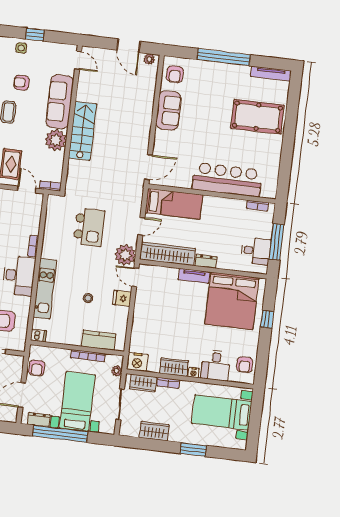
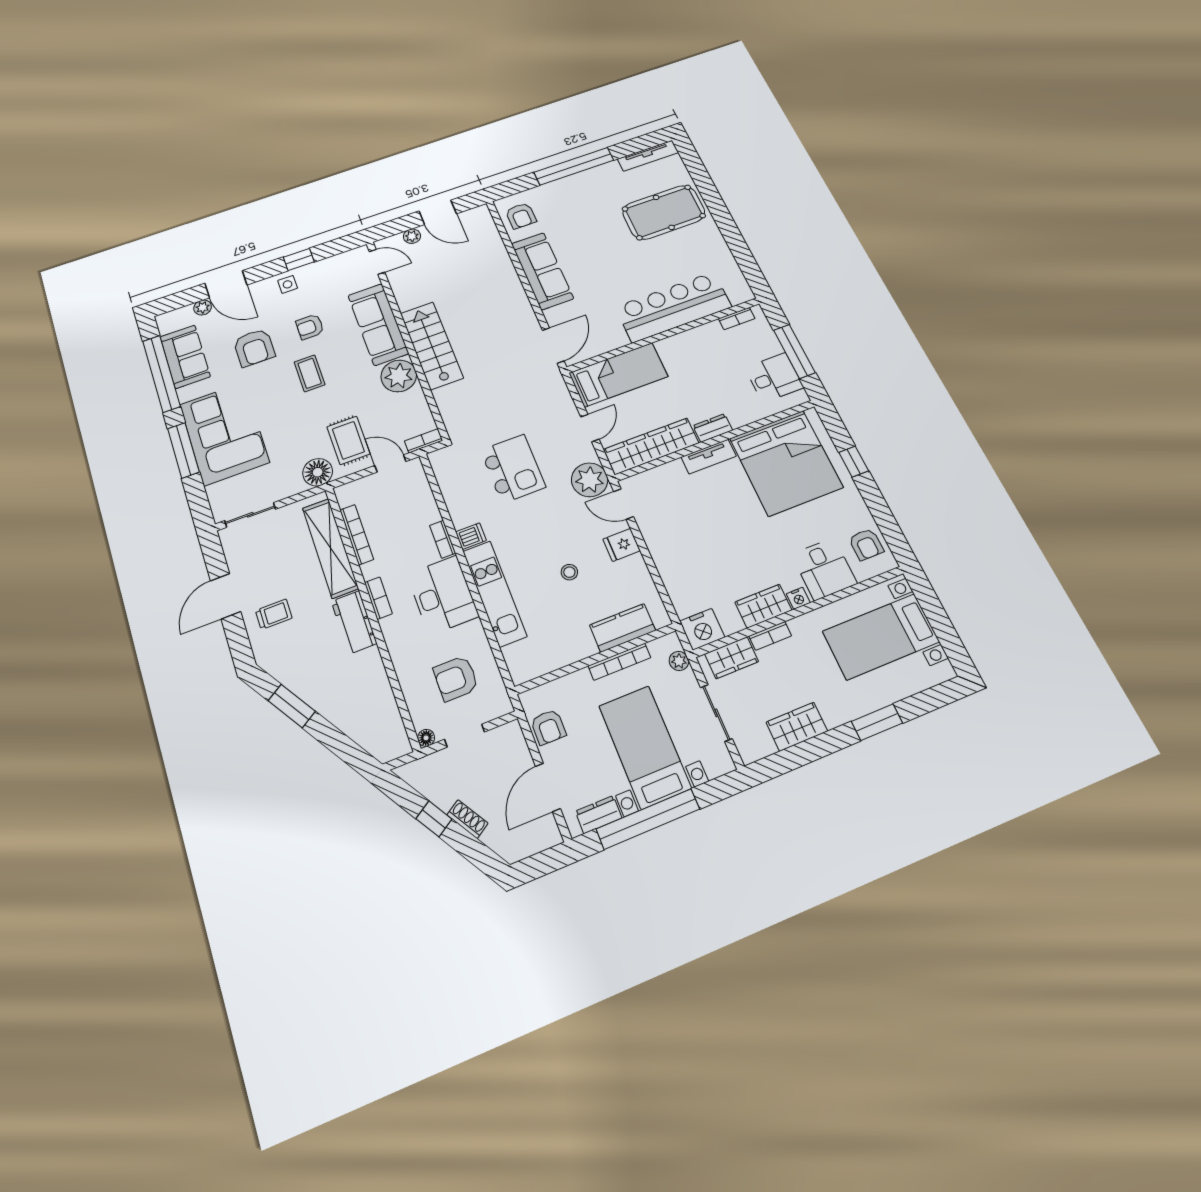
plant: (149, 59) -> (412, 236), moved
sofa: (168, 110) -> (542, 271), width x1.36
dishwasher: (39, 335) -> (471, 536), moved

